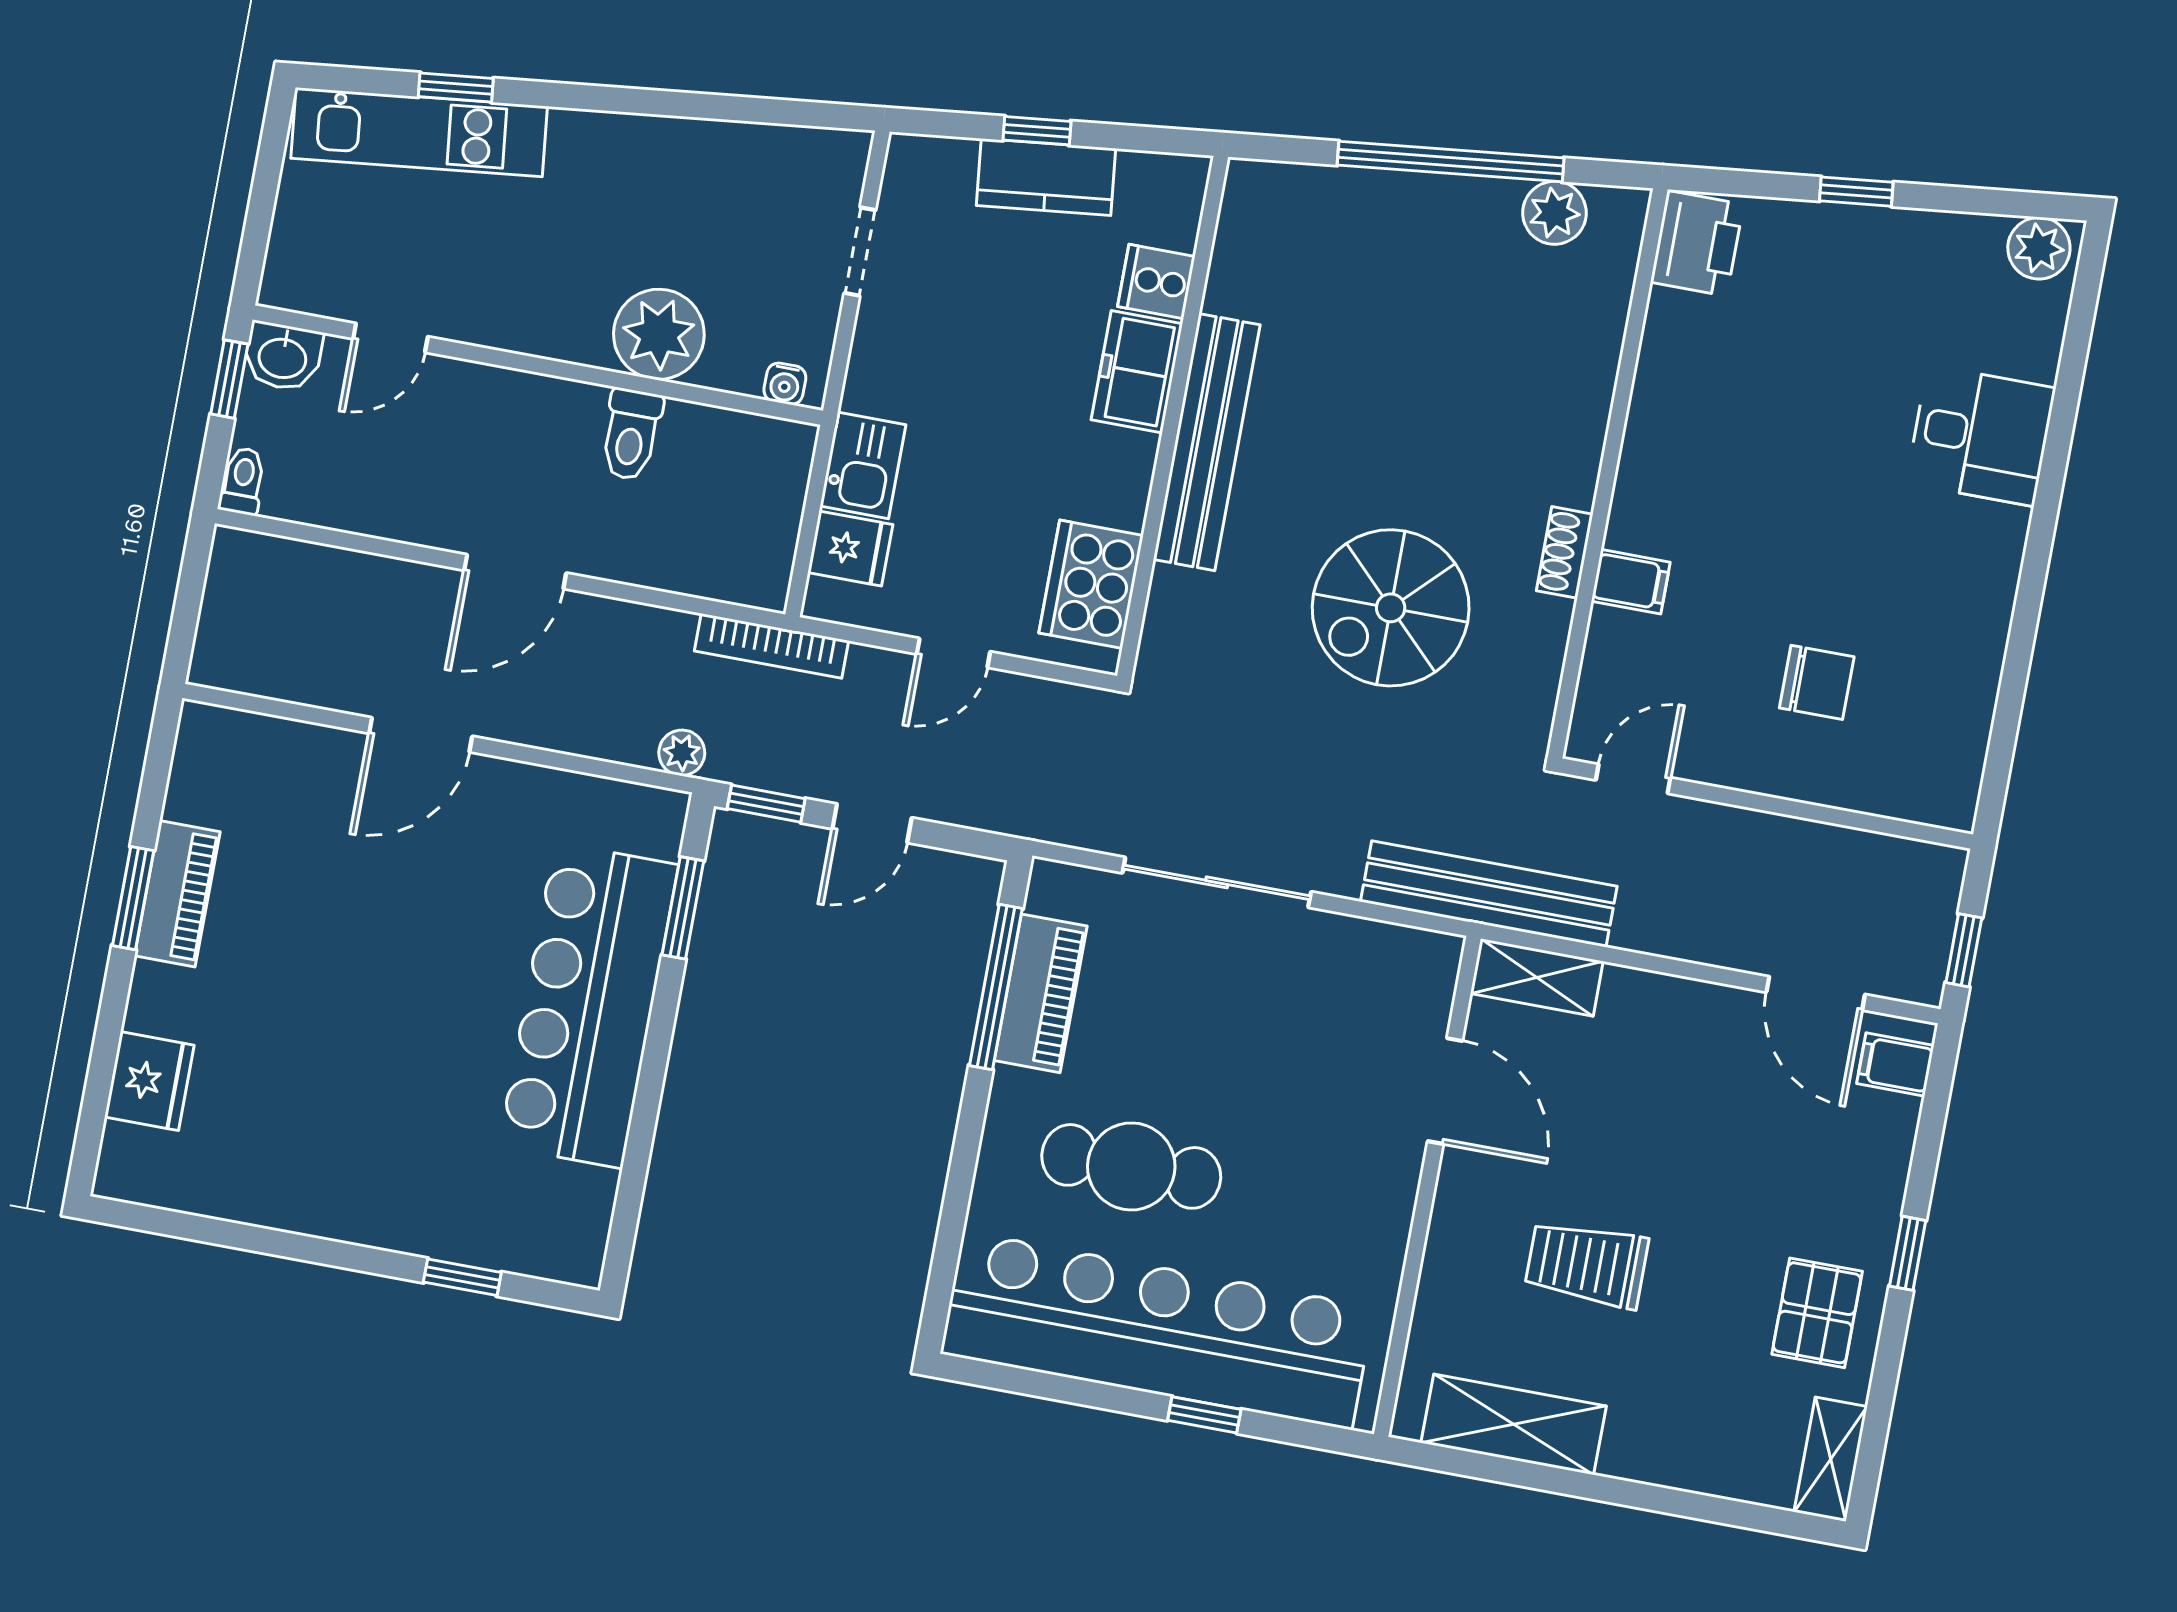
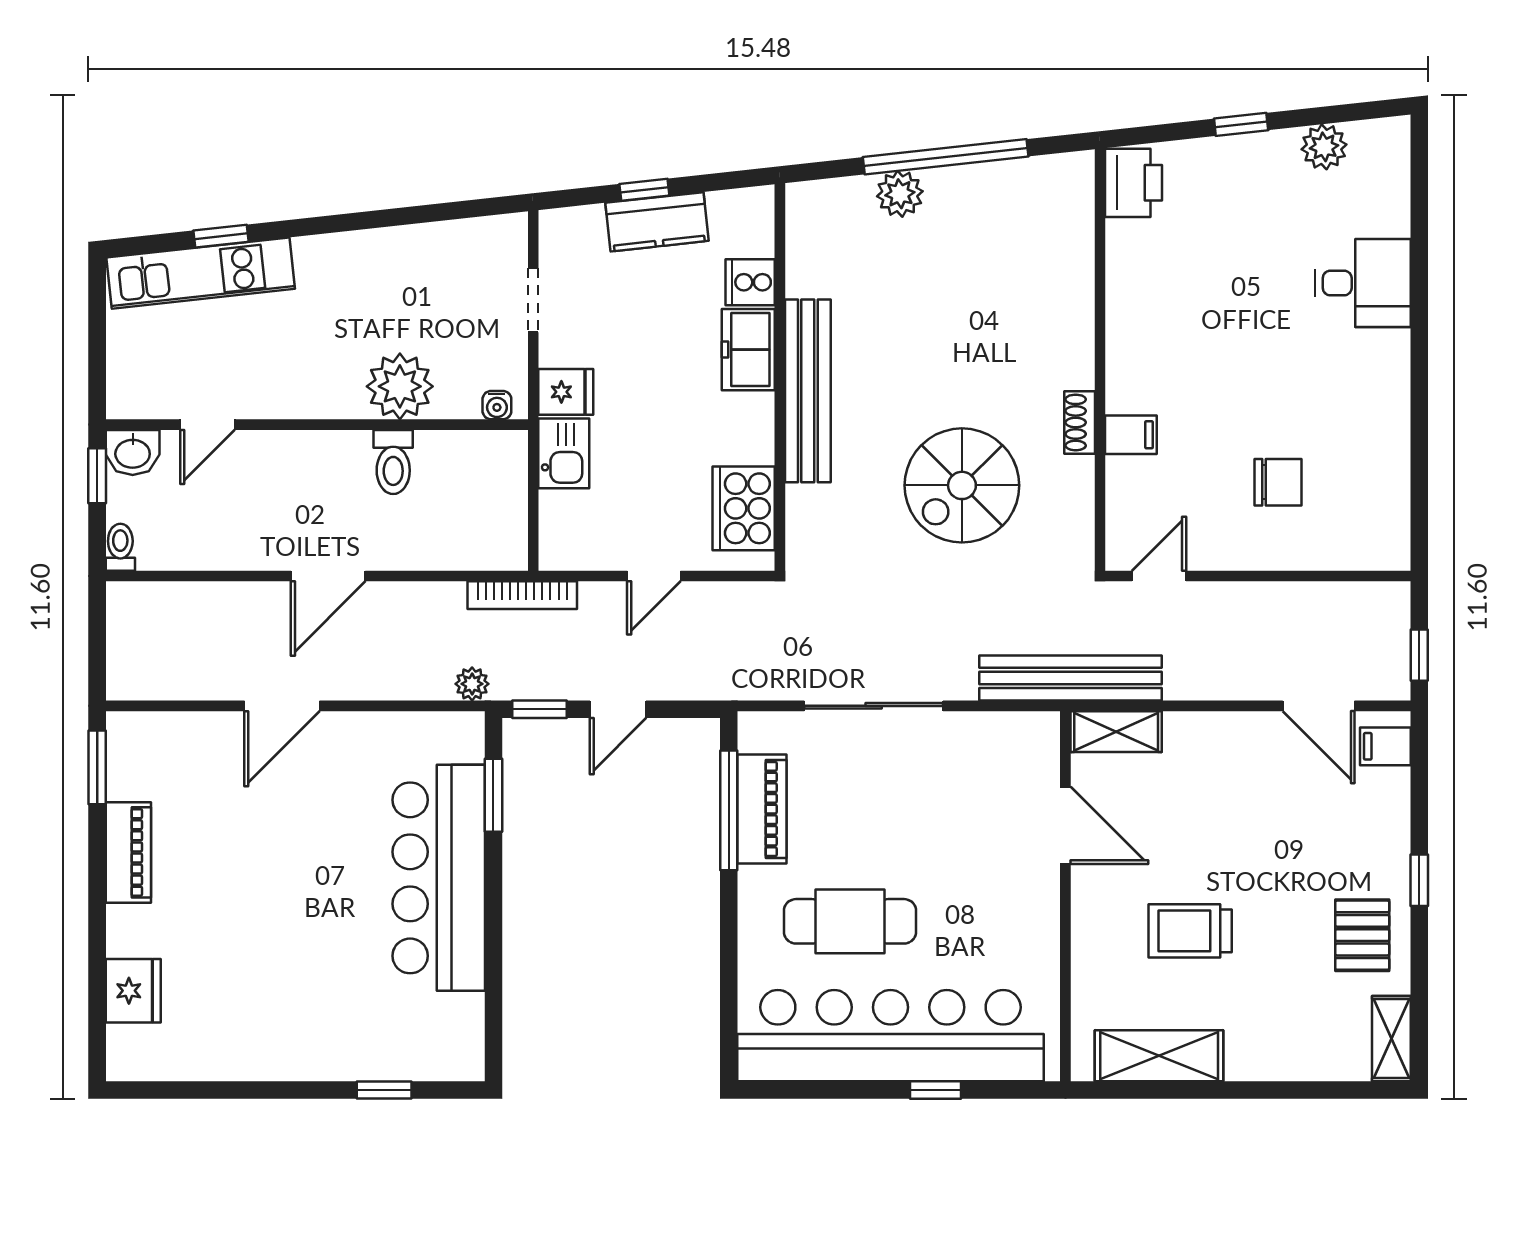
plant: (1554, 213) -> (900, 194), moved
plant: (2039, 248) -> (1324, 147), moved
fridge: (850, 548) -> (566, 392), moved
window: (133, 898) -> (97, 767), moved

